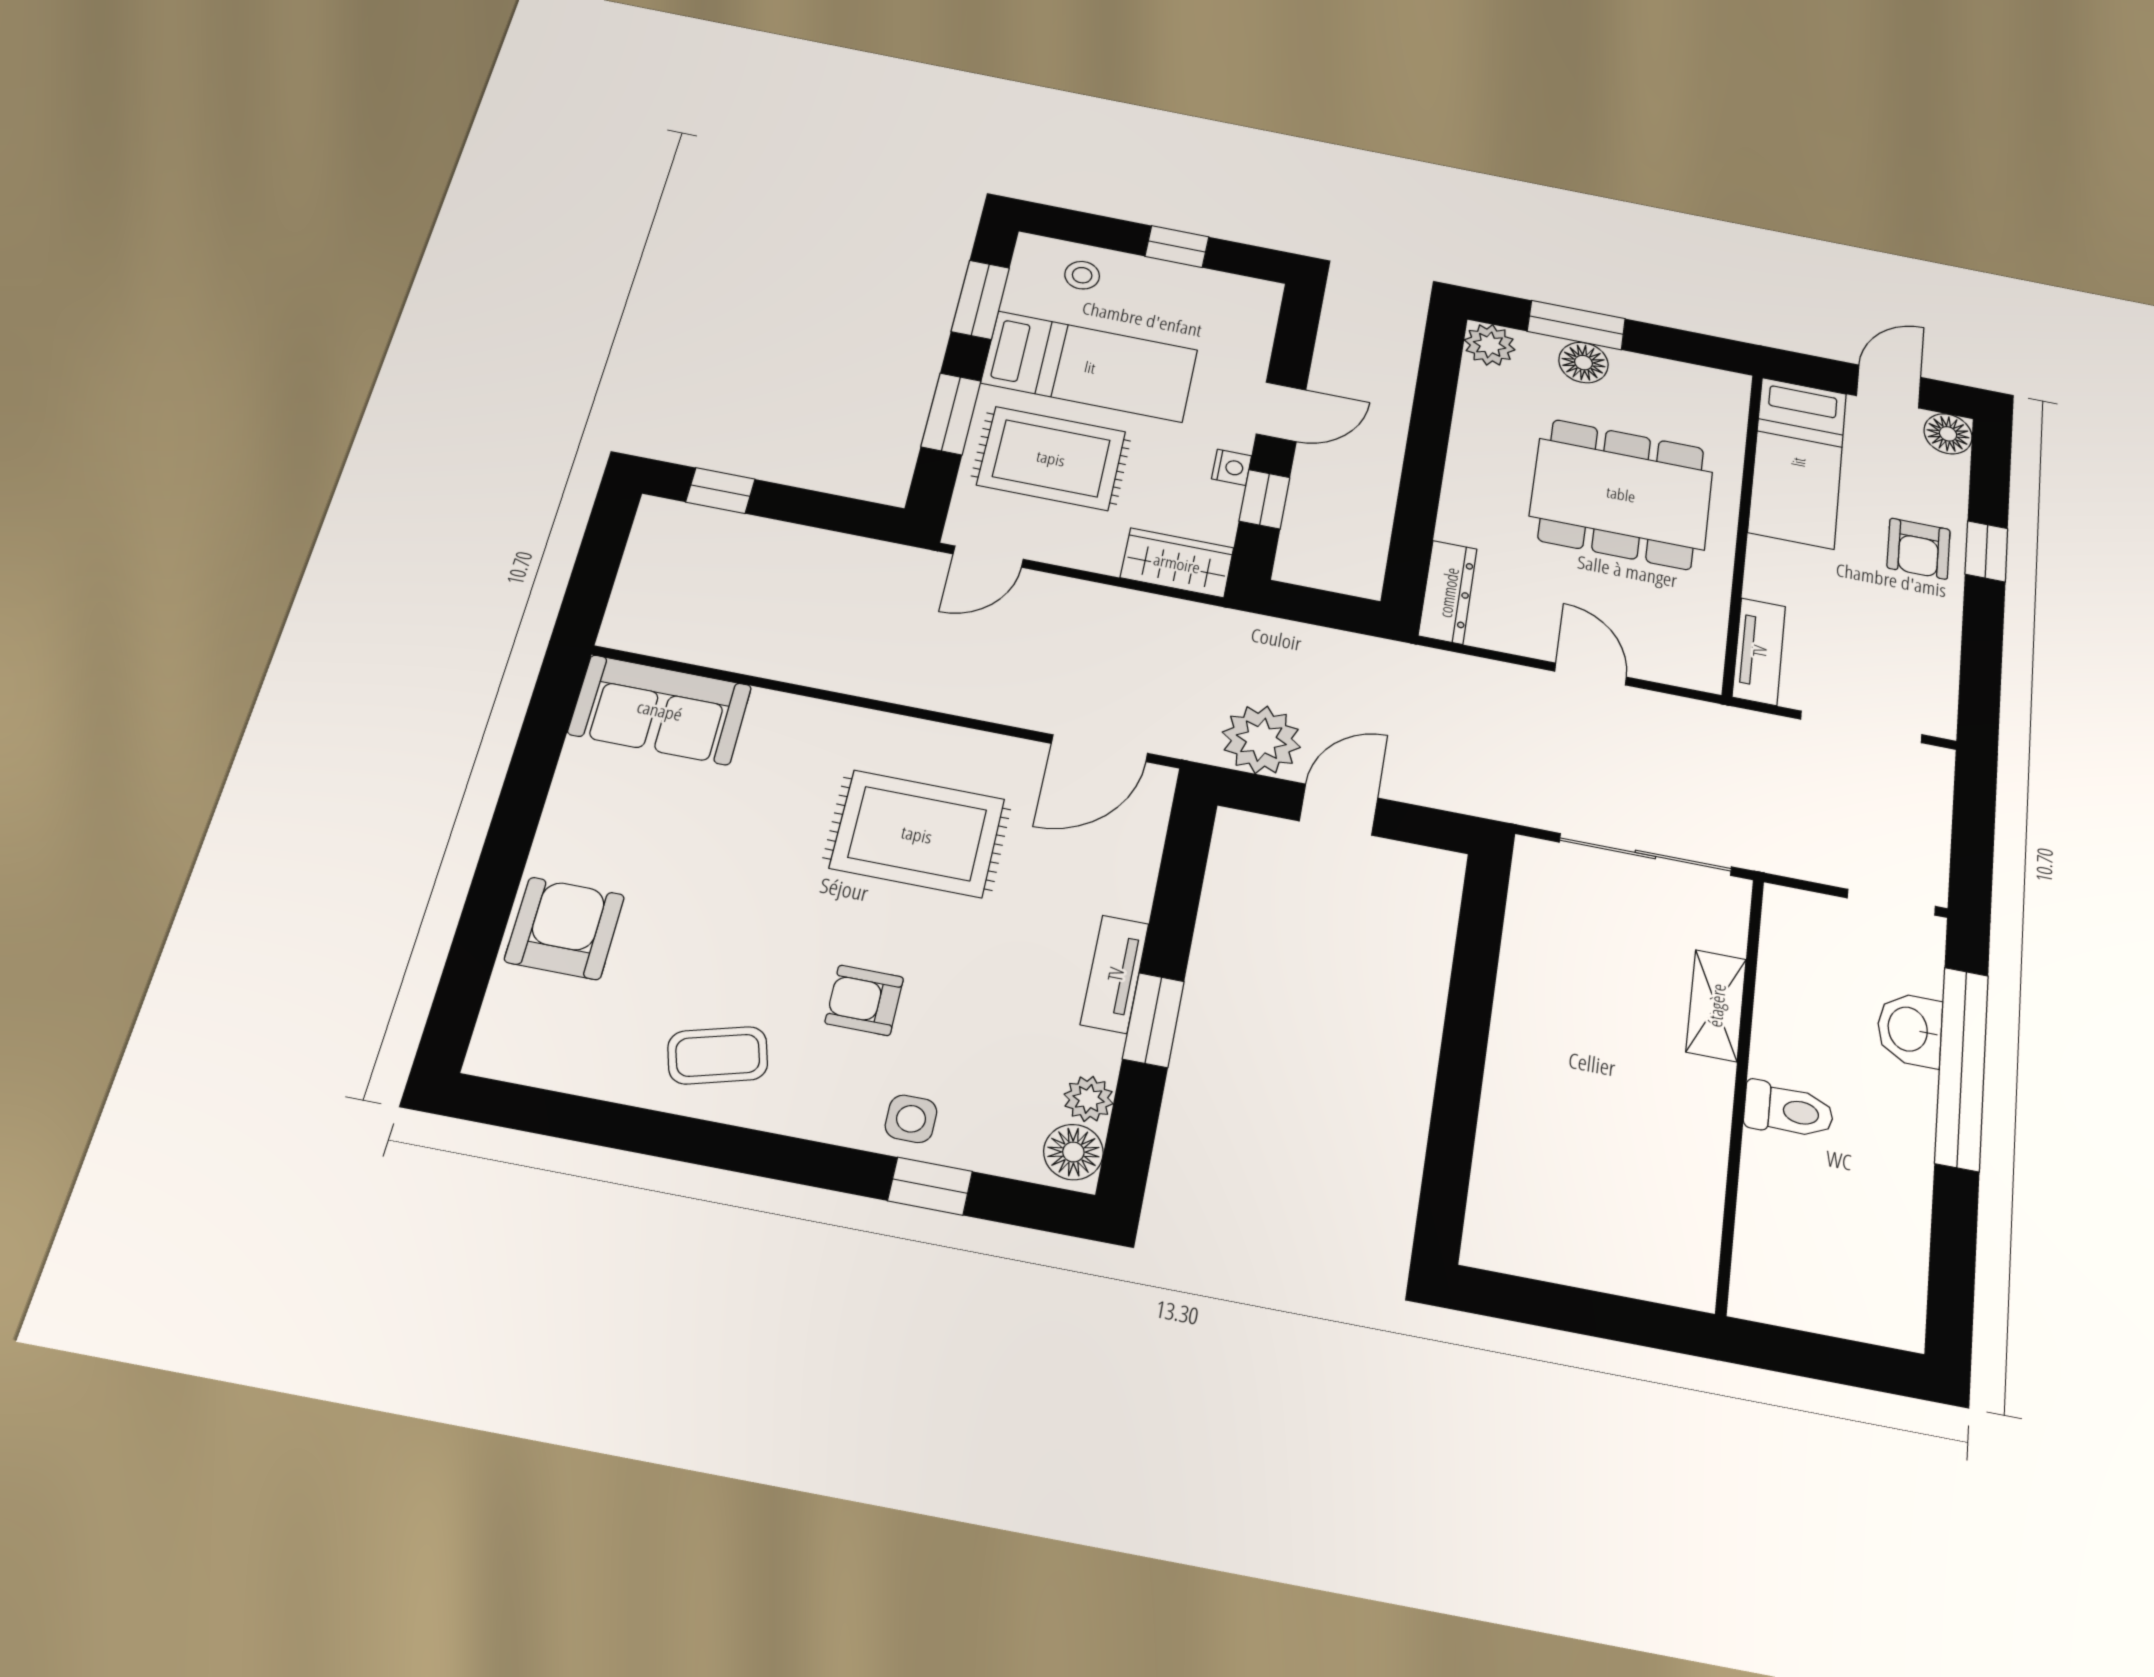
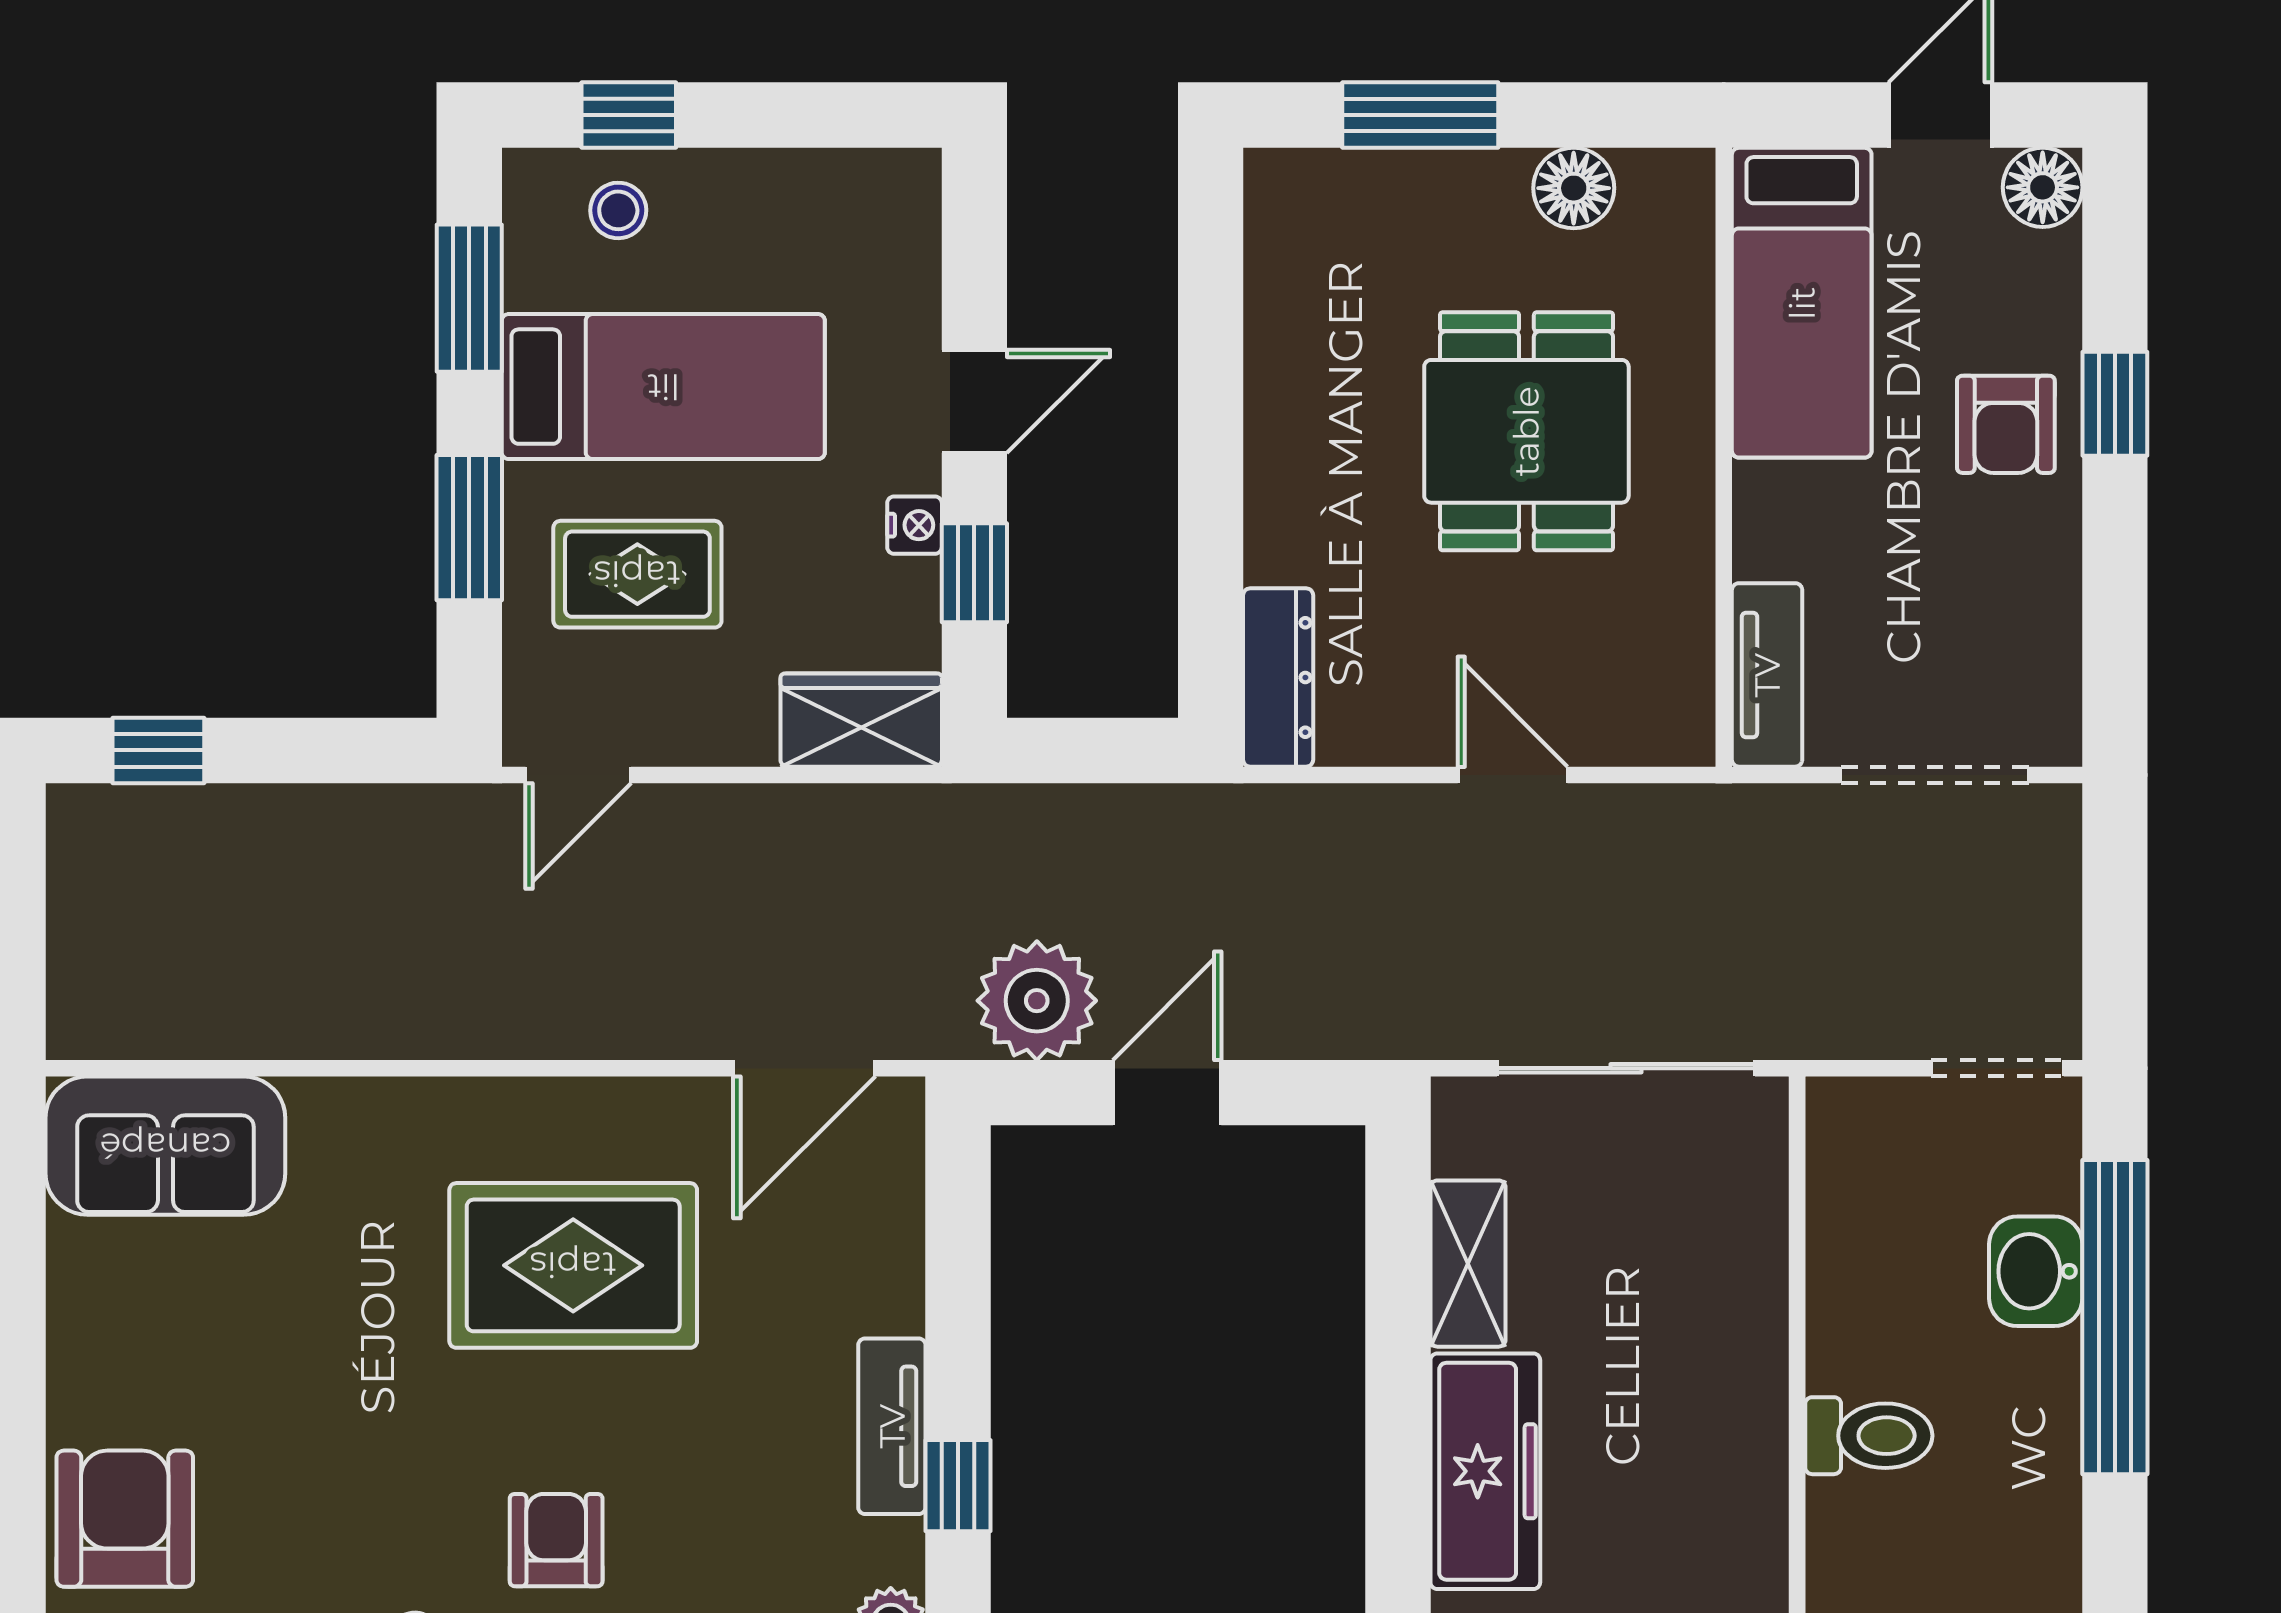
window: (1177, 246) -> (629, 115), moved
plant: (1490, 345) -> (1285, 190), removed
floor lamp: (1583, 363) -> (1574, 188), moved
rug: (1051, 458) -> (637, 574), width x0.73, depth x0.70
dining table: (1621, 494) -> (1526, 431), width x0.73
armchair: (864, 1000) -> (556, 1540), turned 90
shelving: (1716, 1005) -> (1468, 1264), moved
window: (1153, 1020) -> (958, 1486), width x0.67
freezer: (1521, 1082) -> (1485, 1471), added

